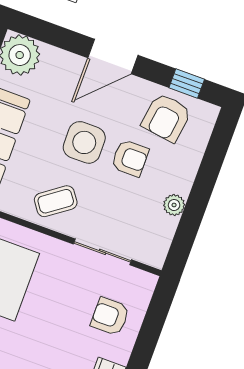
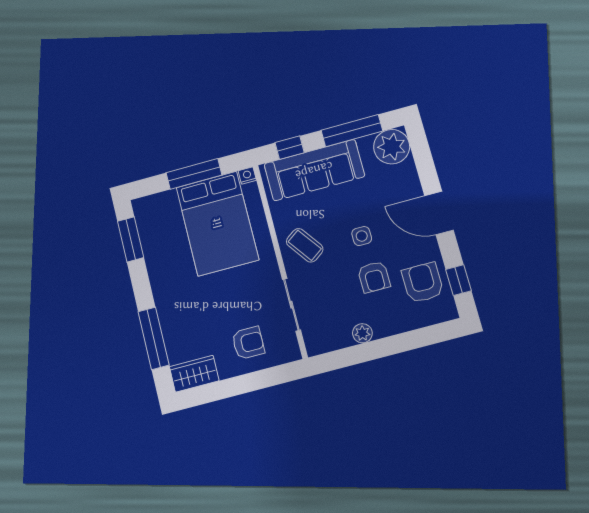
armchair: (166, 118) -> (423, 283), turned 82
side table: (84, 142) -> (362, 236), width x0.54, depth x0.54
armchair: (110, 316) -> (248, 343), turned 90

